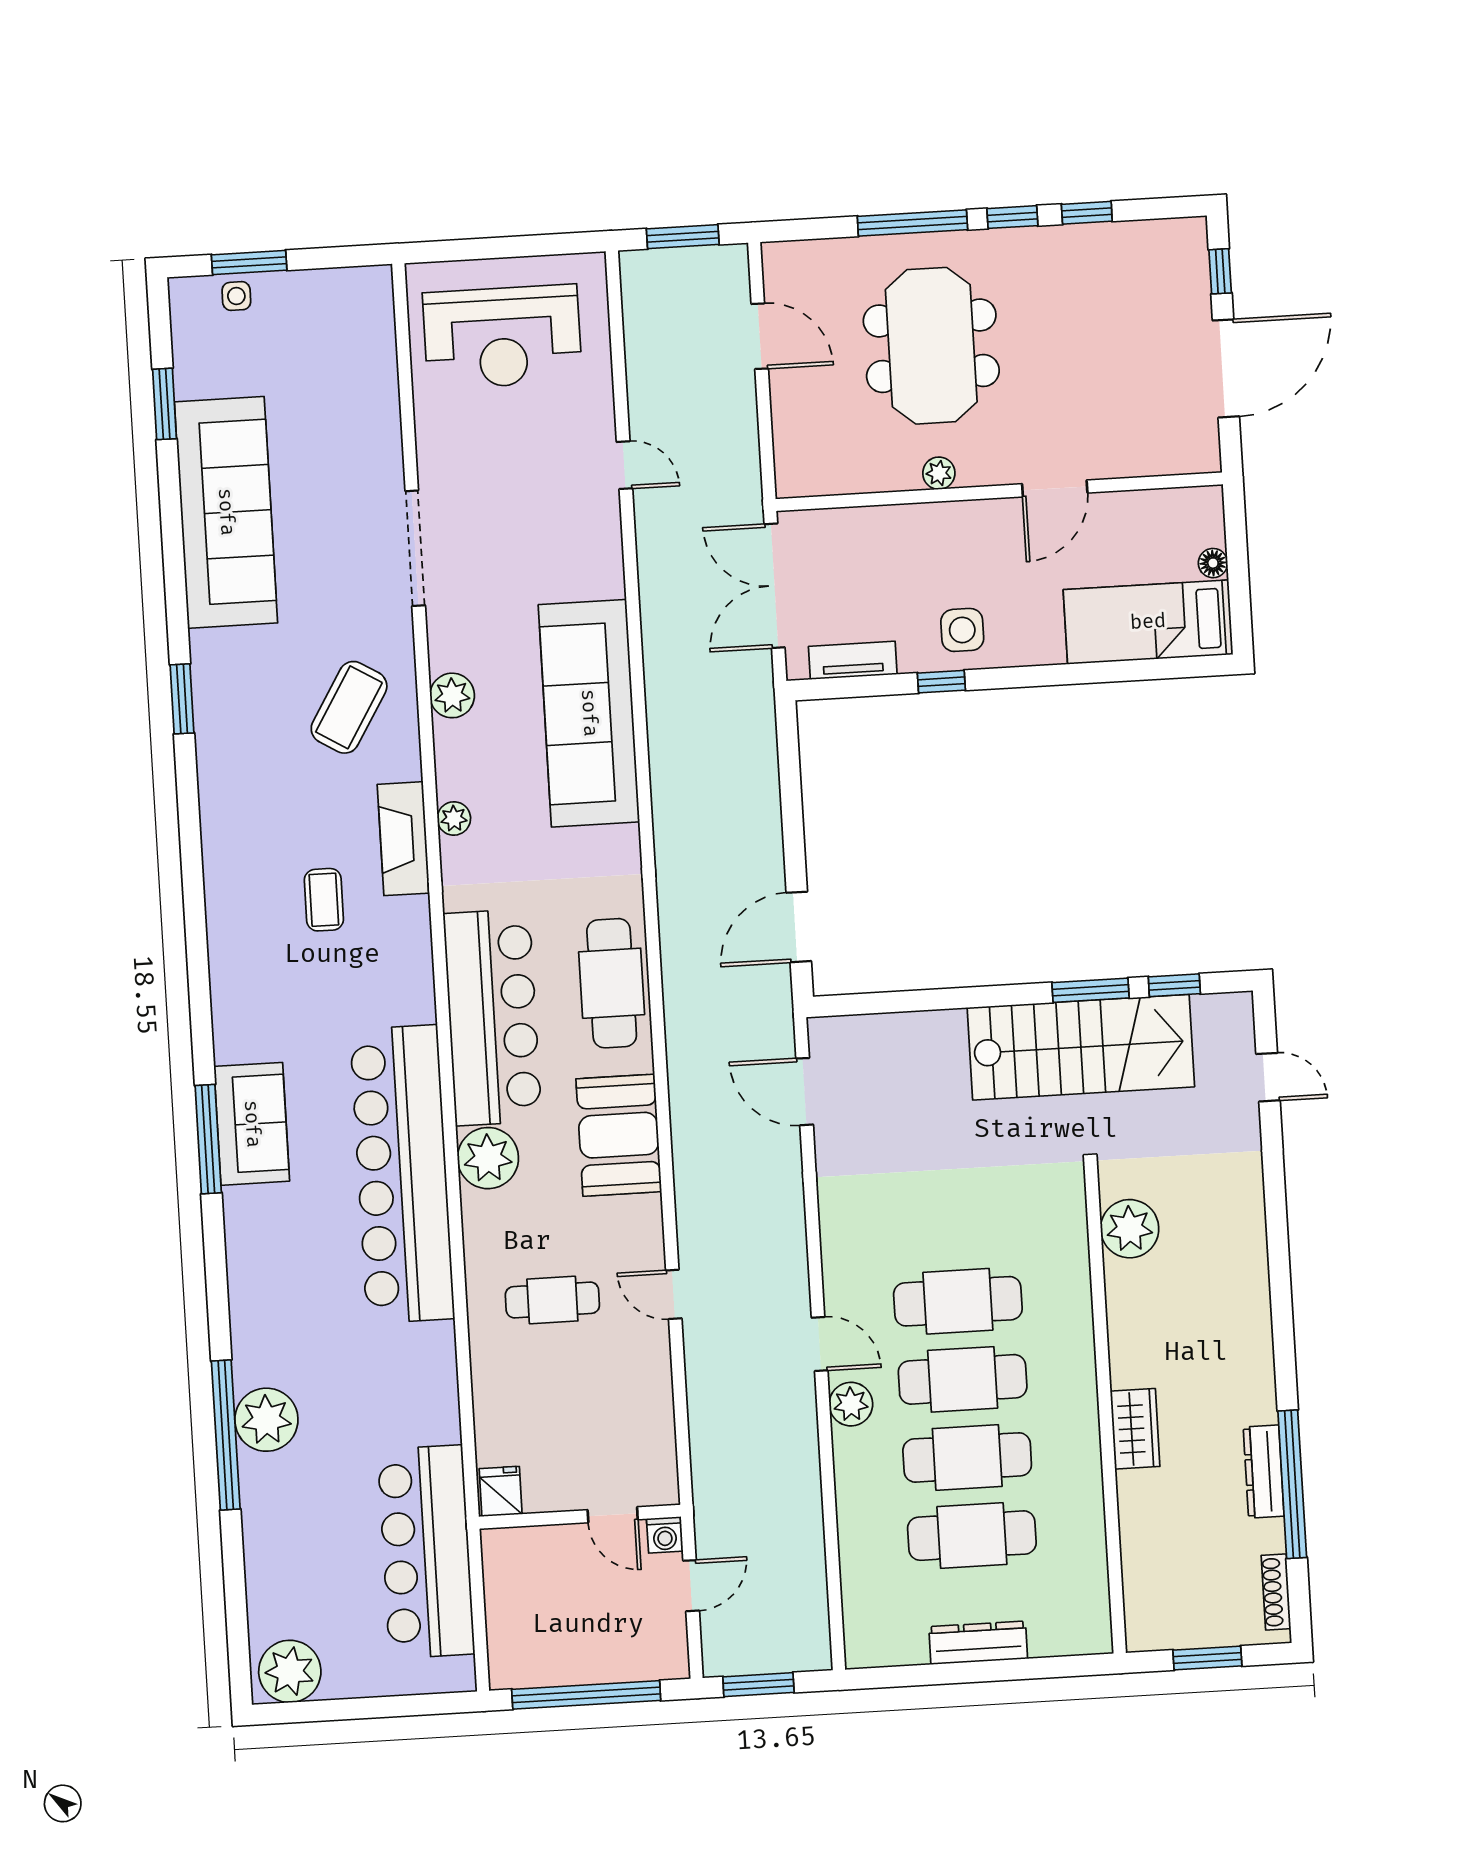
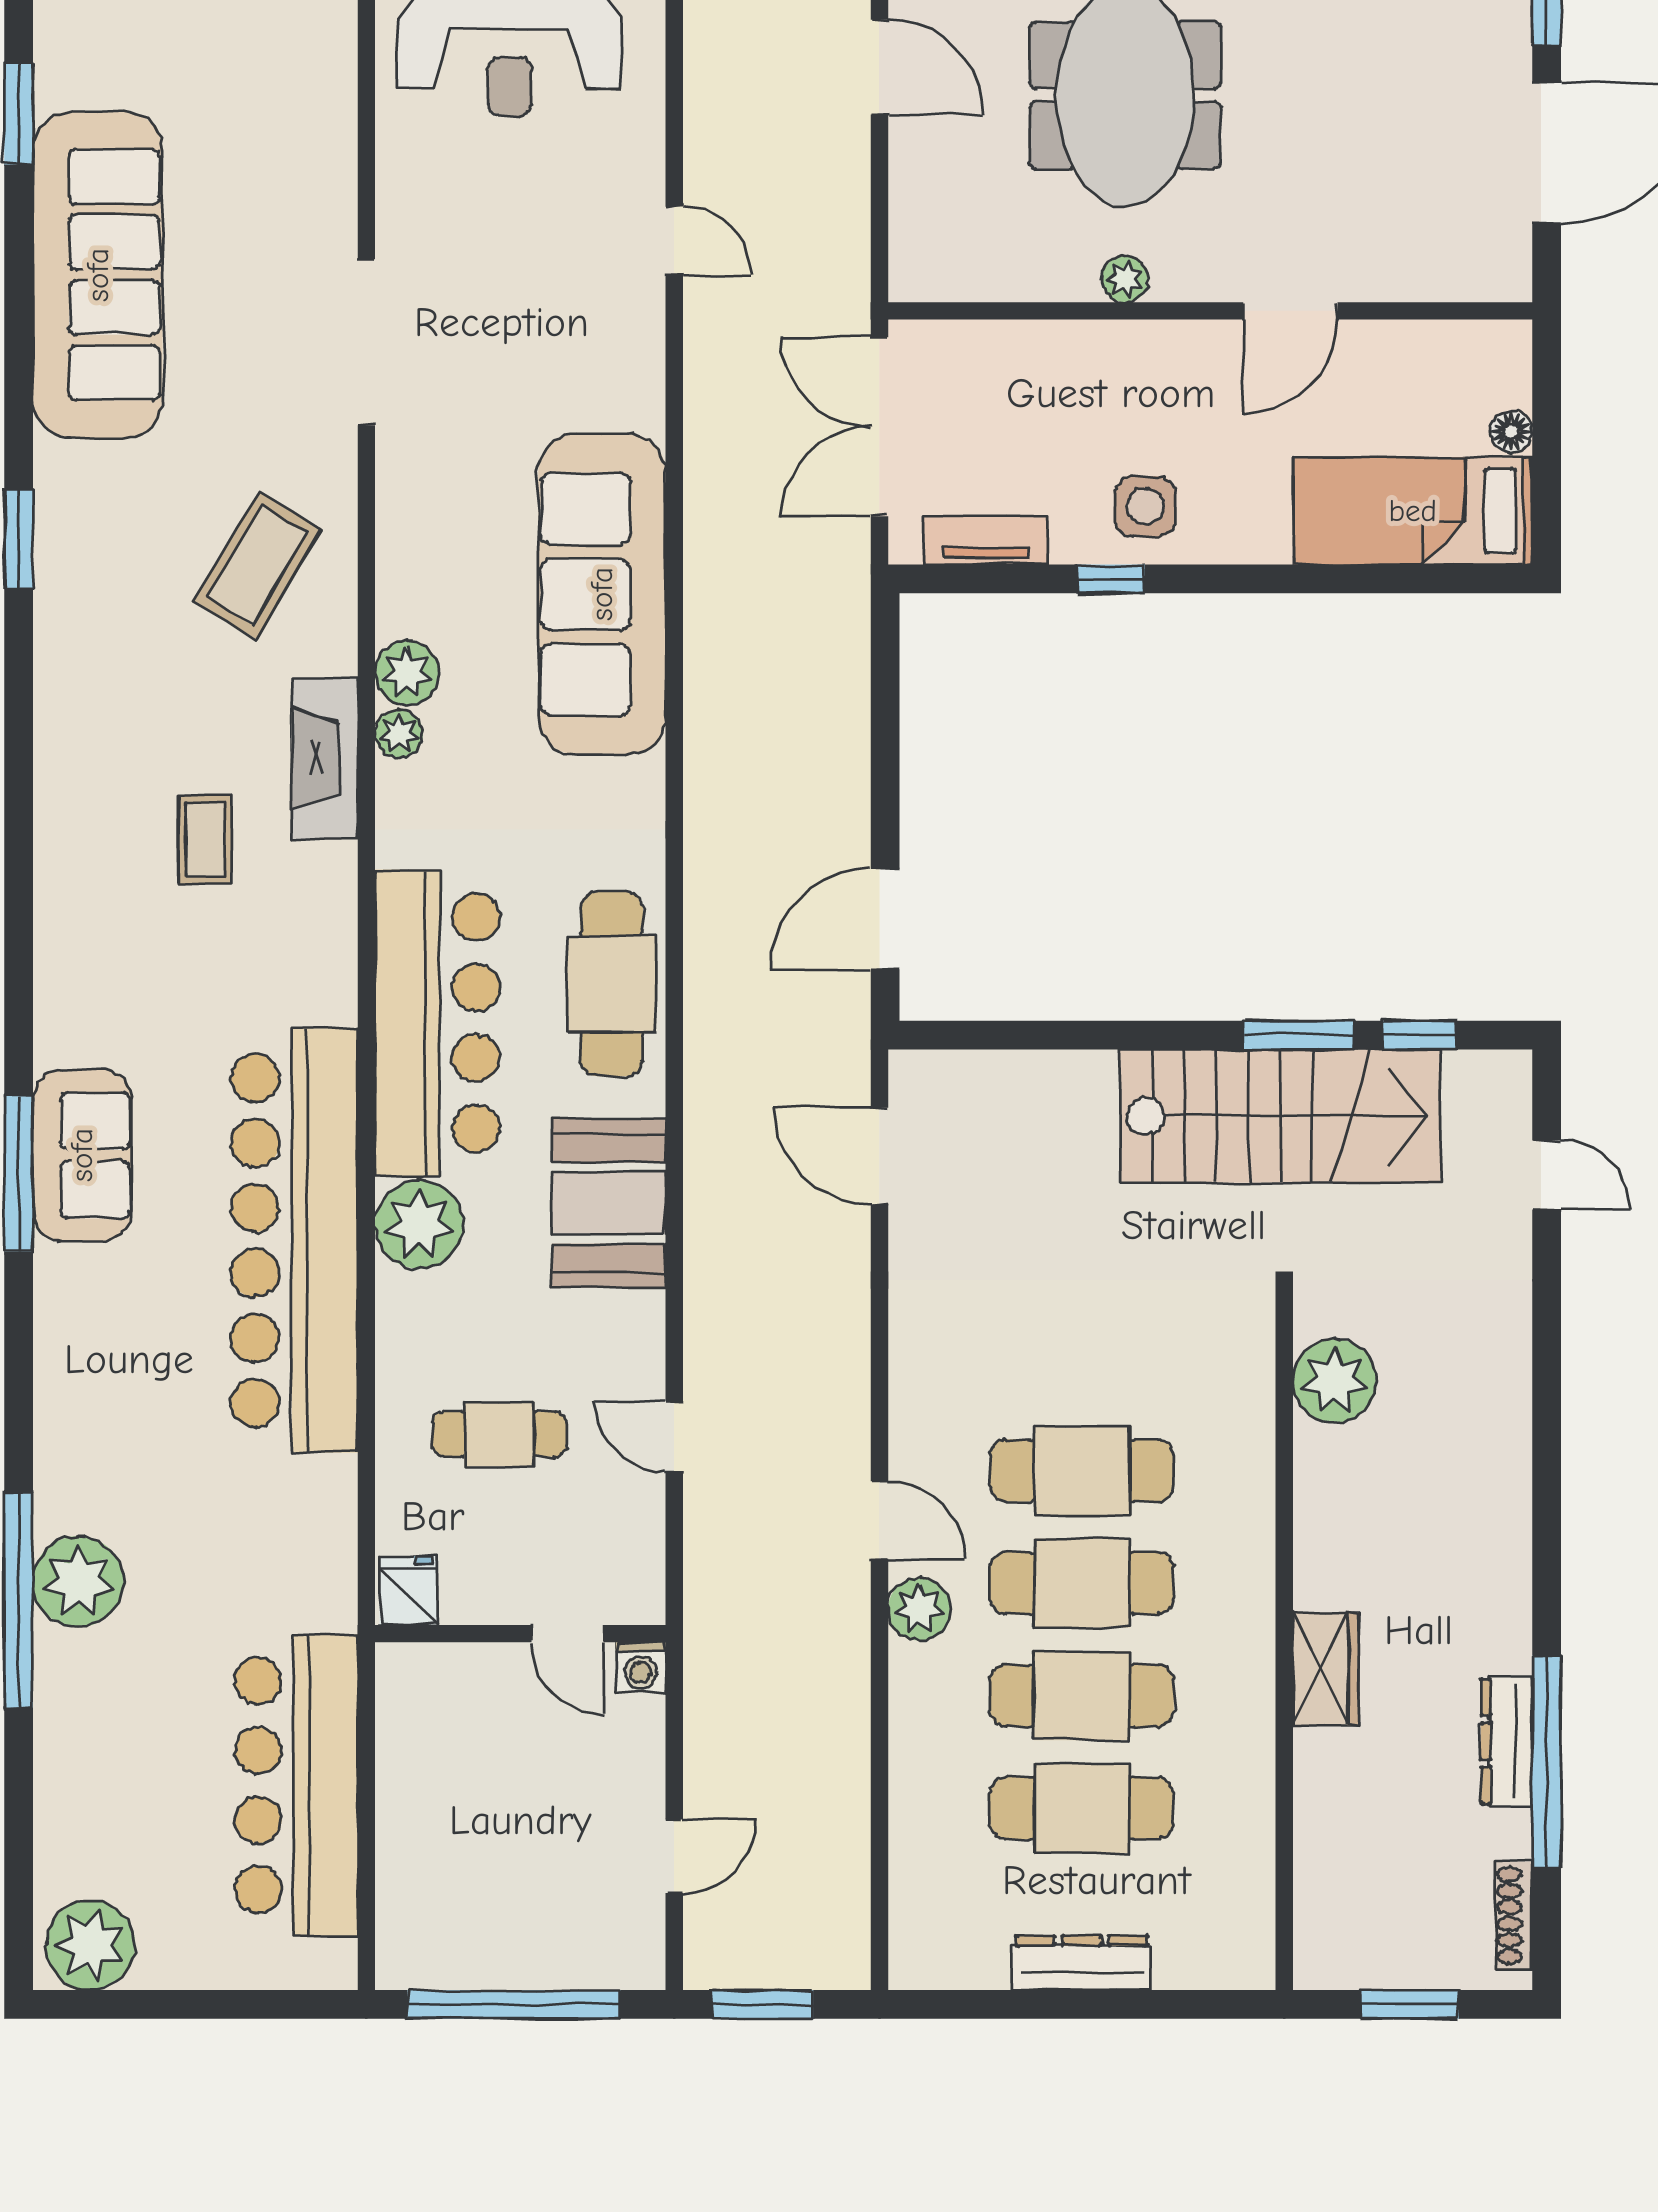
plant: (452, 695) -> (407, 673), moved
fridge: (501, 1491) -> (409, 1591), moved
door: (613, 1515) -> (568, 1634), moved
wall: (580, 1517) -> (520, 1634), moved
washing machine: (665, 1535) -> (641, 1667), moved

